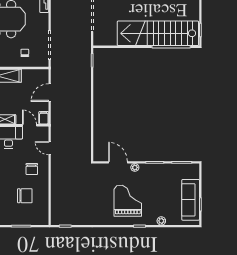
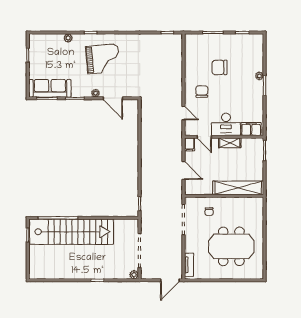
door: (50, 93) -> (183, 170), hinge flipped
chair: (25, 196) -> (219, 67), moved
sofa: (191, 200) -> (50, 88), moved, turned -90
grand piano: (128, 201) -> (103, 59), turned -95

